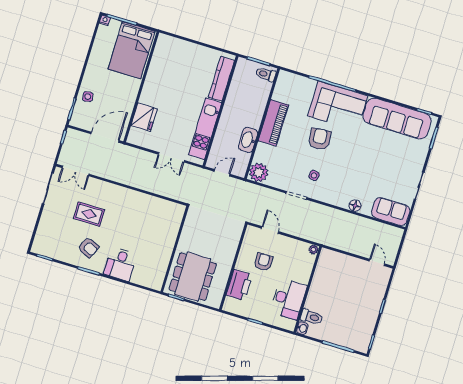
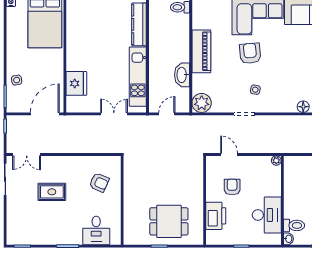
double door: (171, 157) -> (114, 114), swing flipped
armchair: (89, 247) -> (99, 182), moved
wall: (175, 249) -> (122, 200), moved
dining table: (193, 277) -> (169, 221), width x0.73

